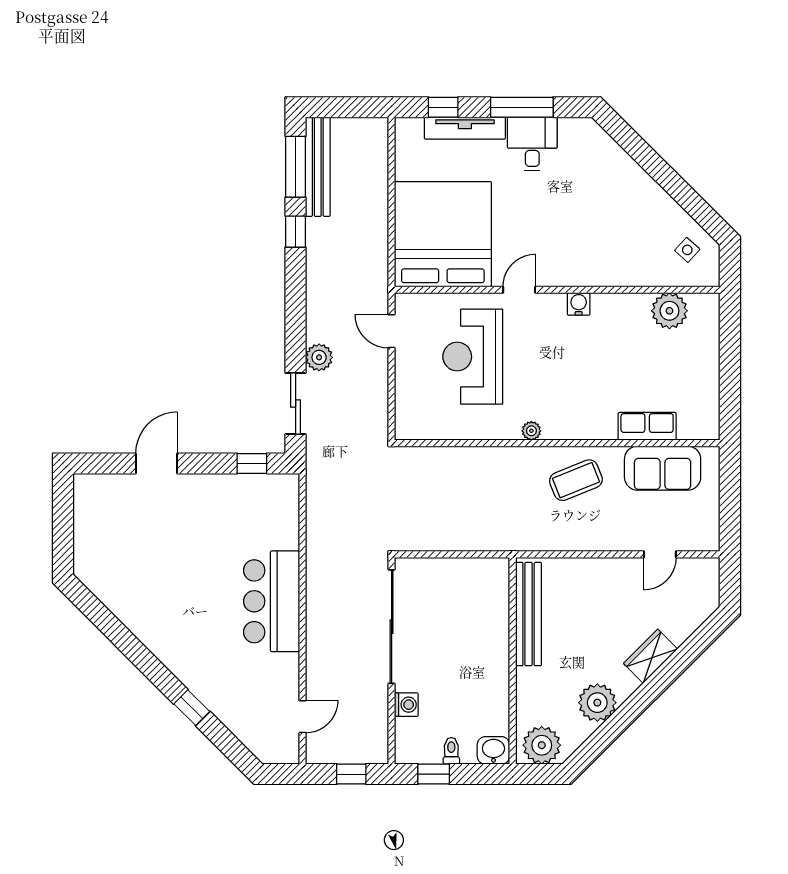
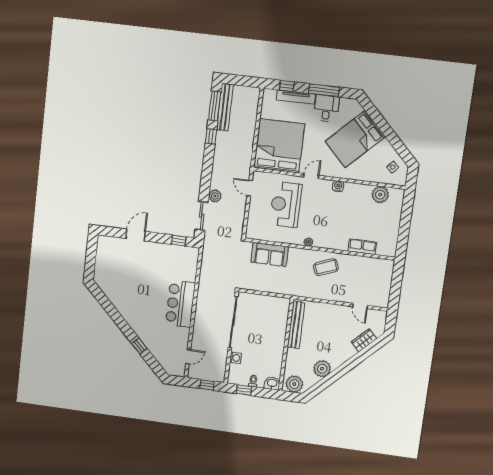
bed: (601, 201) -> (355, 139), added
sofa: (663, 468) -> (270, 254), moved
door: (660, 554) -> (360, 306), hinge flipped
wardrobe: (650, 656) -> (364, 340), moved

